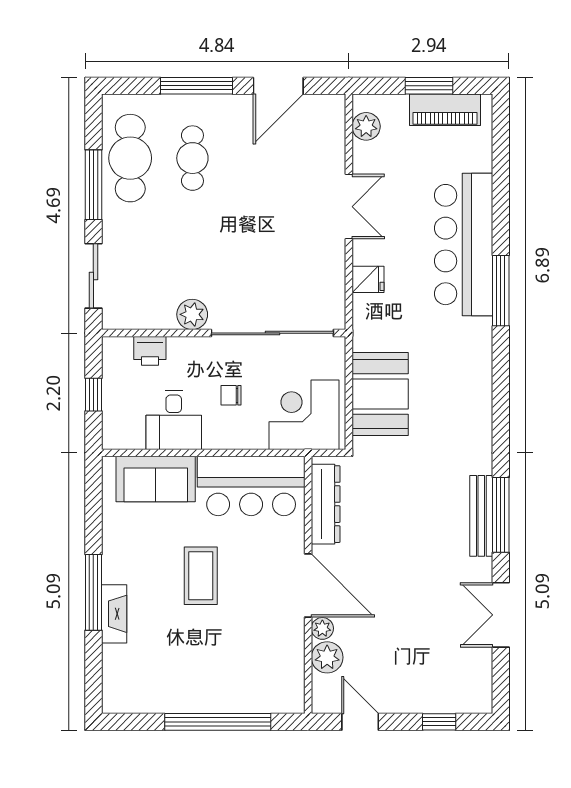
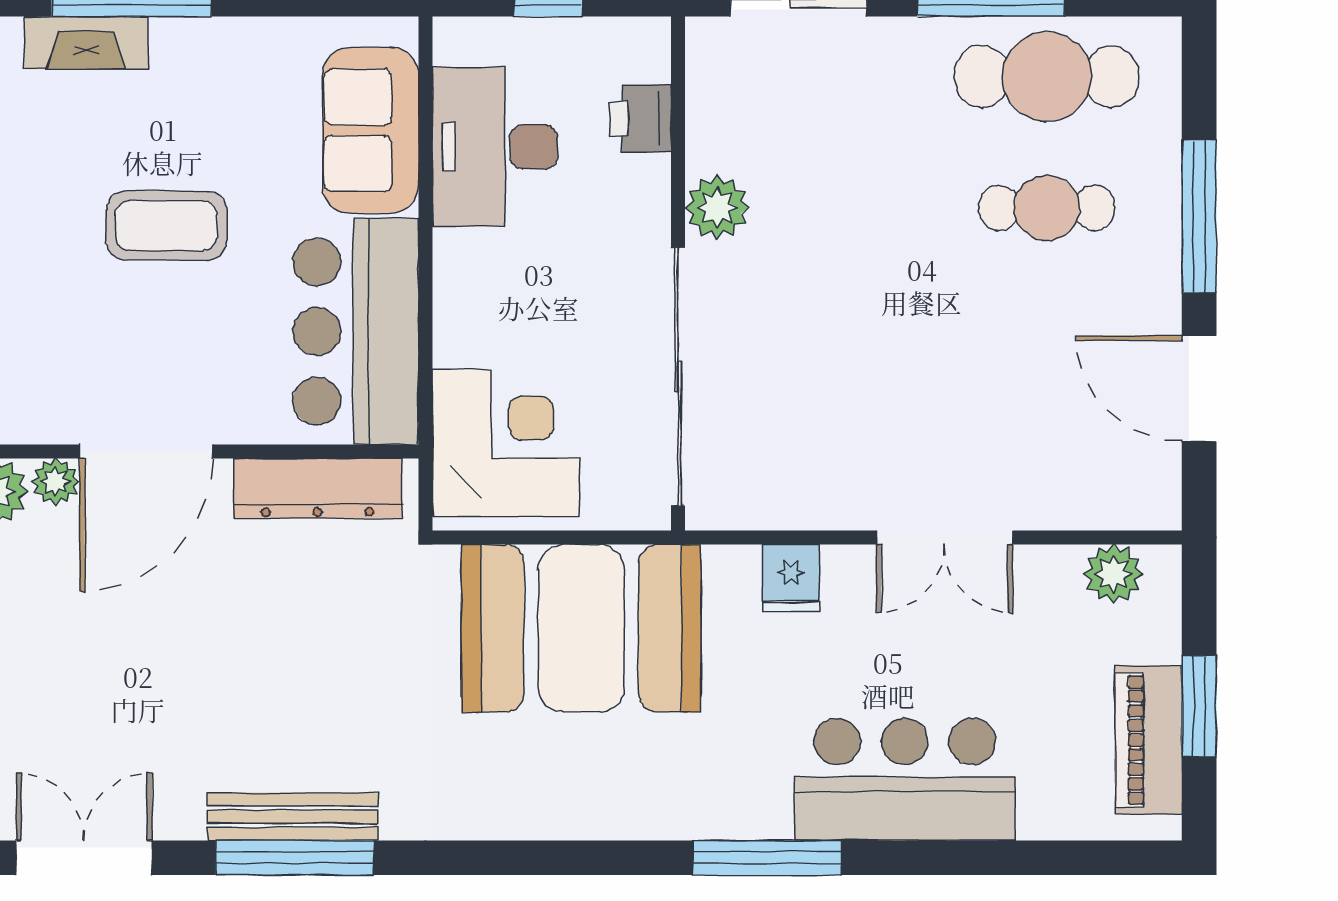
bar counter: (464, 245) -> (905, 779), width x0.73
booth: (380, 394) -> (581, 628), width x1.36, depth x1.42
chair: (231, 395) -> (547, 289), removed
desk: (174, 420) -> (495, 147), width x1.37

